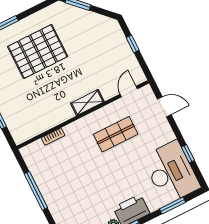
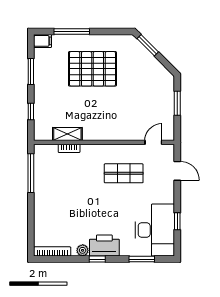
window: (133, 44) -> (177, 103), width x1.50
shelving: (87, 102) -> (67, 134), moved
window: (36, 191) -> (31, 173), moved

